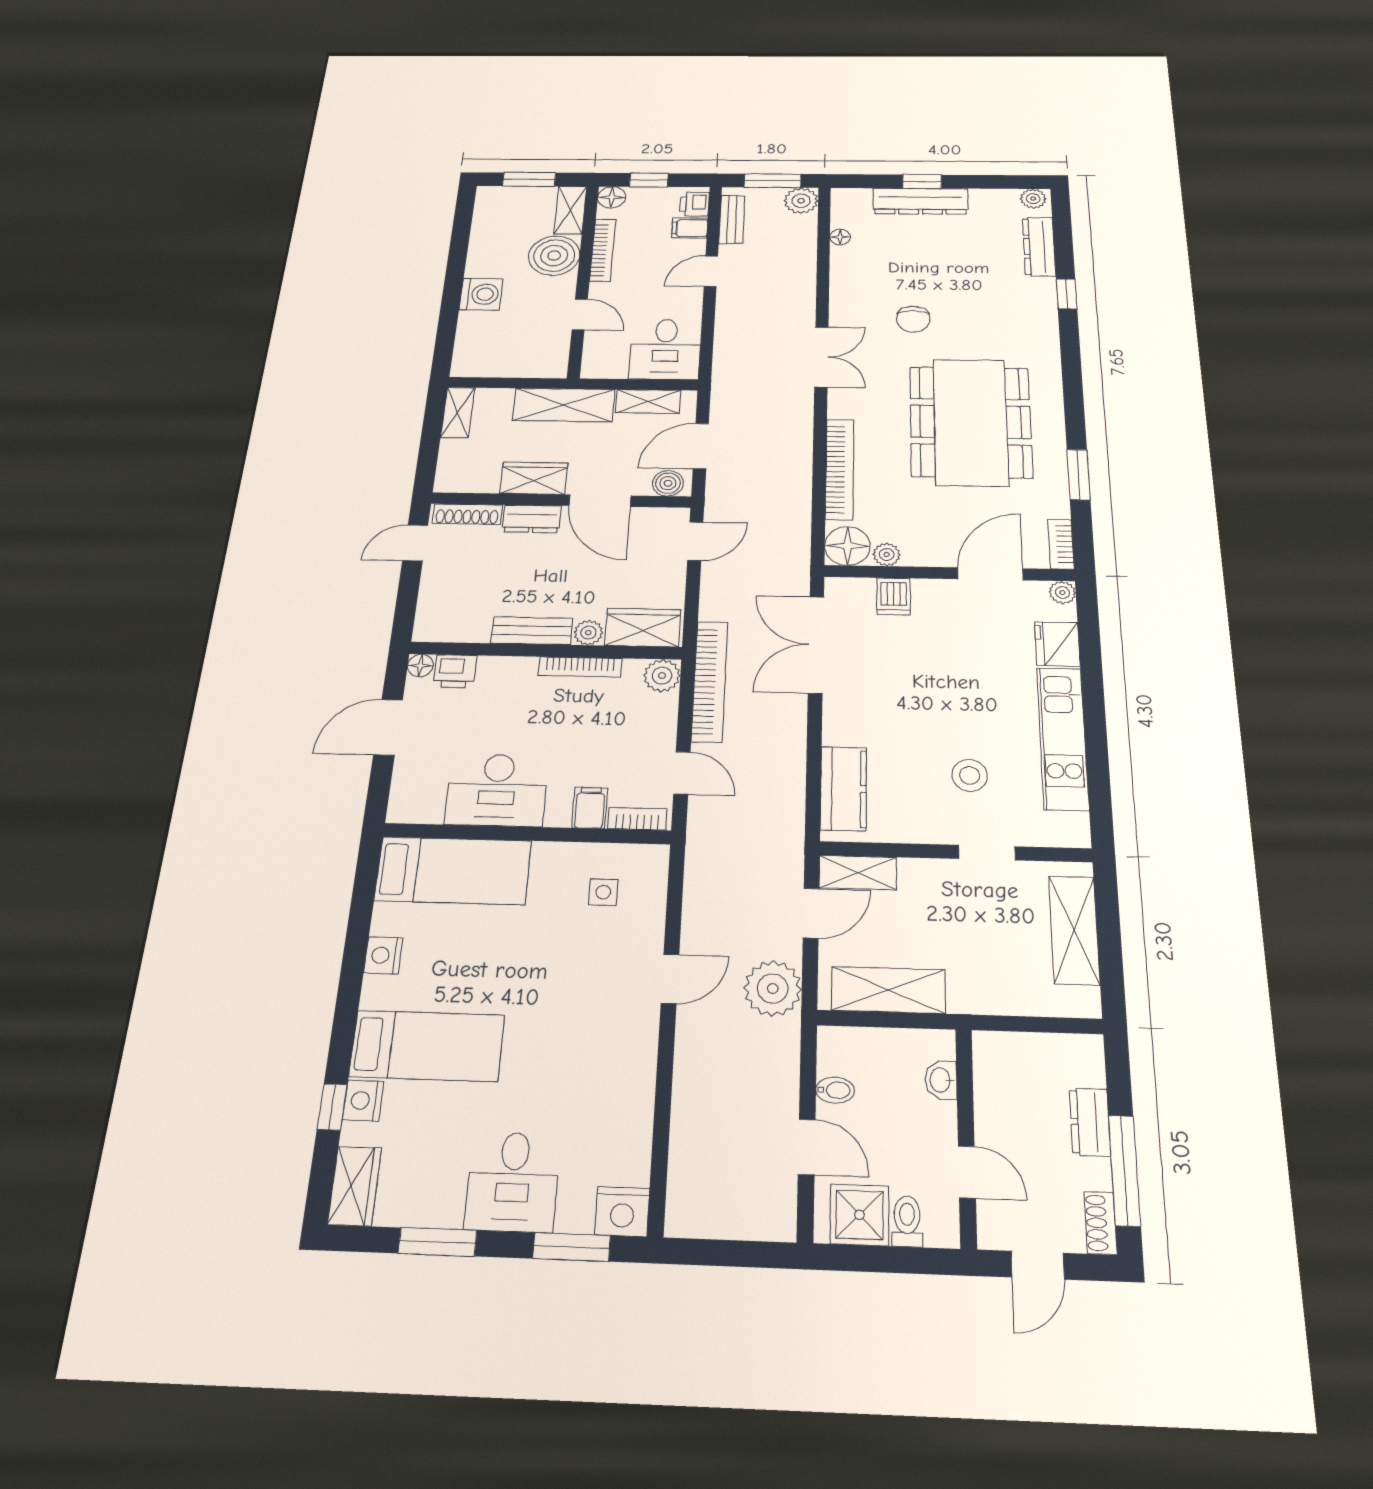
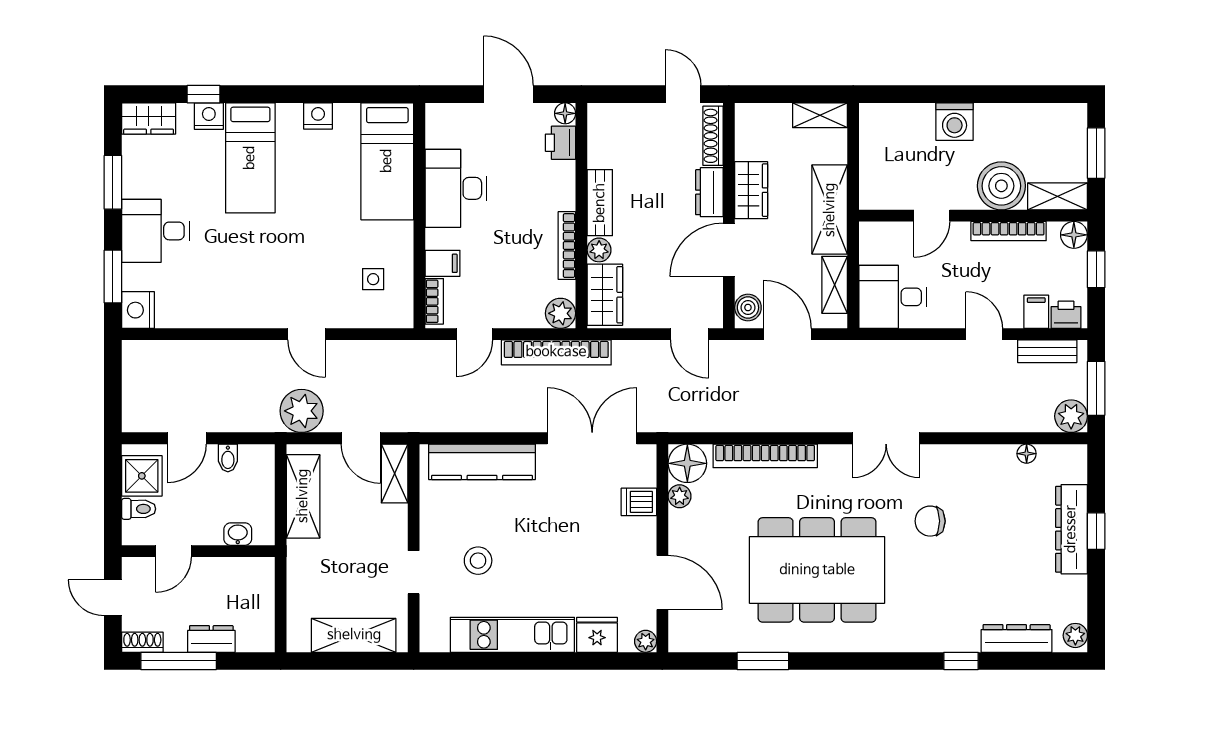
bookcase: (1061, 544) -> (693, 642), removed
kitchen counter: (843, 789) -> (482, 462), width x1.50

